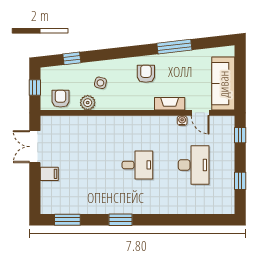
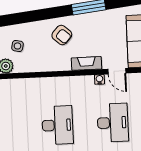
armchair: (146, 74) -> (62, 35), turned 132
desk: (137, 165) -> (58, 125), width x1.37

